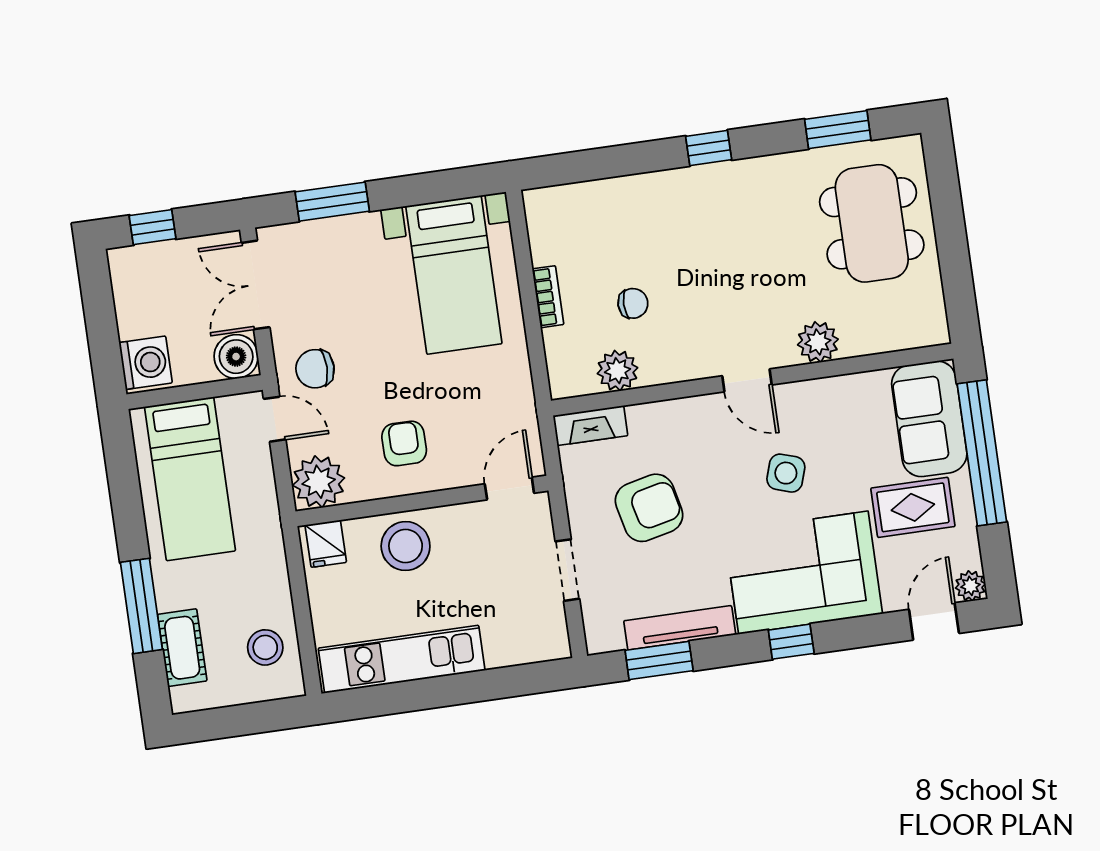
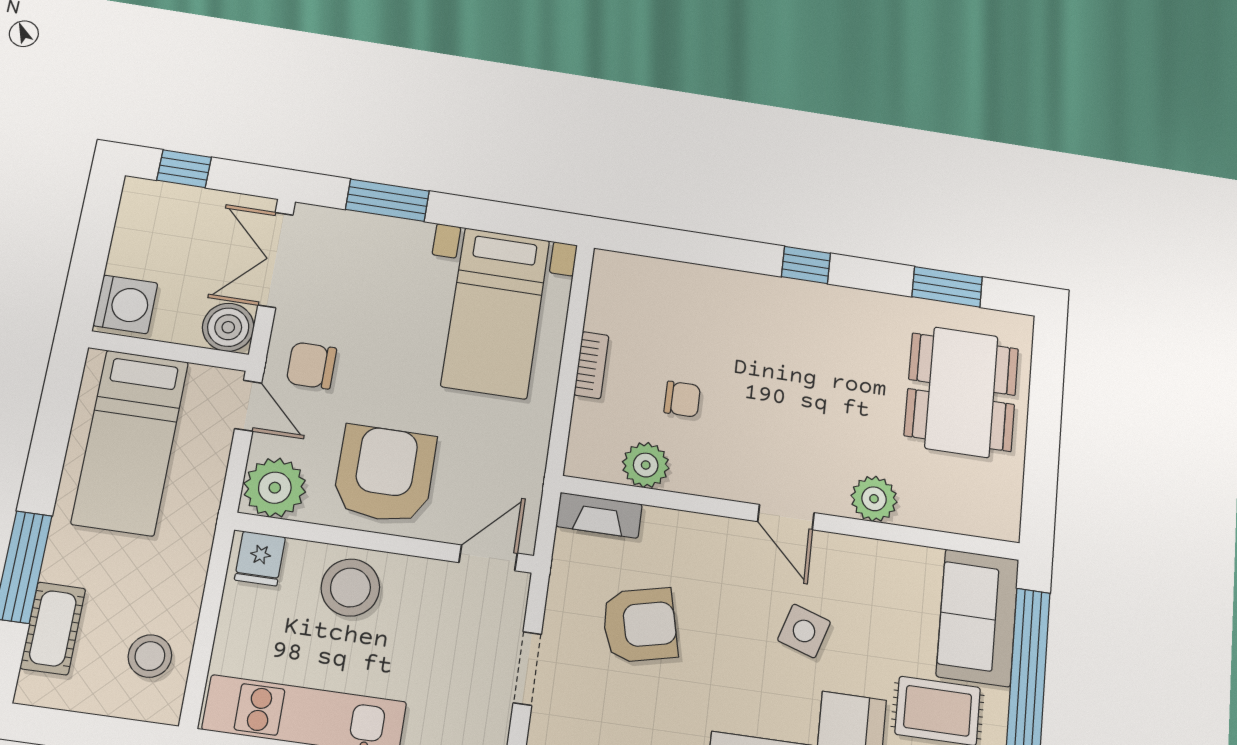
armchair: (404, 443) -> (385, 474), width x1.88, depth x1.88

